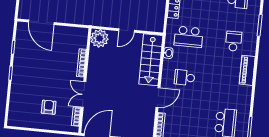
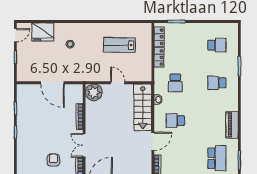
door: (41, 22) -> (52, 83), moved
door: (126, 31) -> (118, 83), swing flipped
school desk: (189, 37) -> (175, 83), width x0.54
school desk: (234, 41) -> (217, 83), turned -90
piano: (247, 70) -> (232, 125), moved

